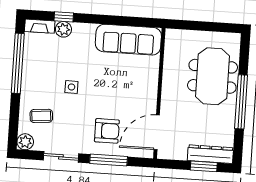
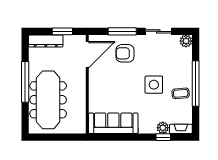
window: (18, 63) -> (196, 84), moved
meeting table: (212, 76) -> (48, 100), width x1.36
side table: (71, 87) -> (154, 85), width x1.87, depth x1.87
coffee table: (41, 116) -> (181, 93), moved
window: (204, 166) -> (62, 31), moved

